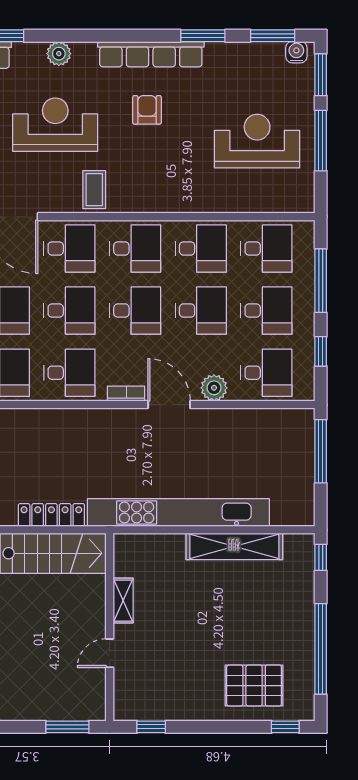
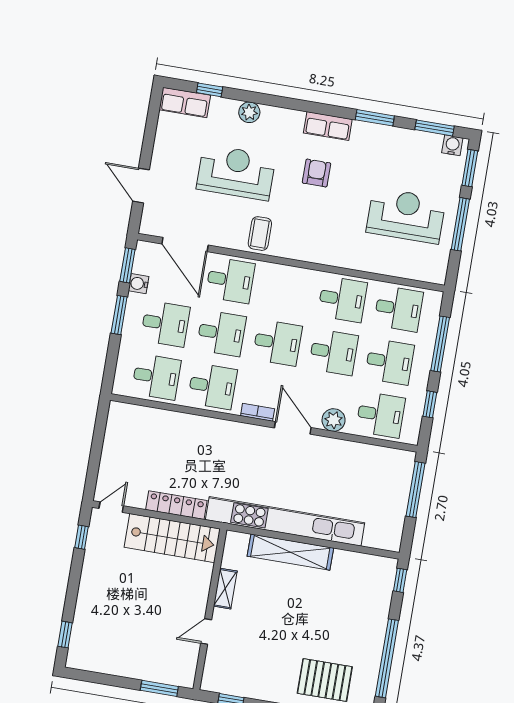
row of seats: (151, 54) -> (328, 126), width x0.50
desk: (135, 248) -> (286, 290), removed
shelving: (234, 546) -> (290, 552), moved

